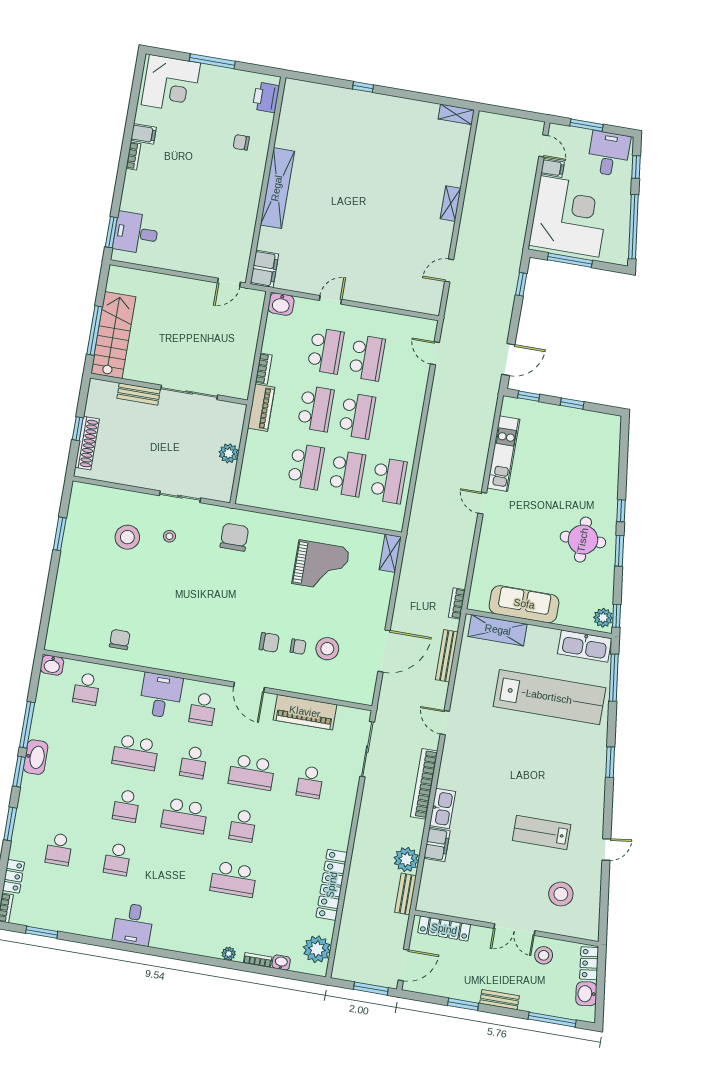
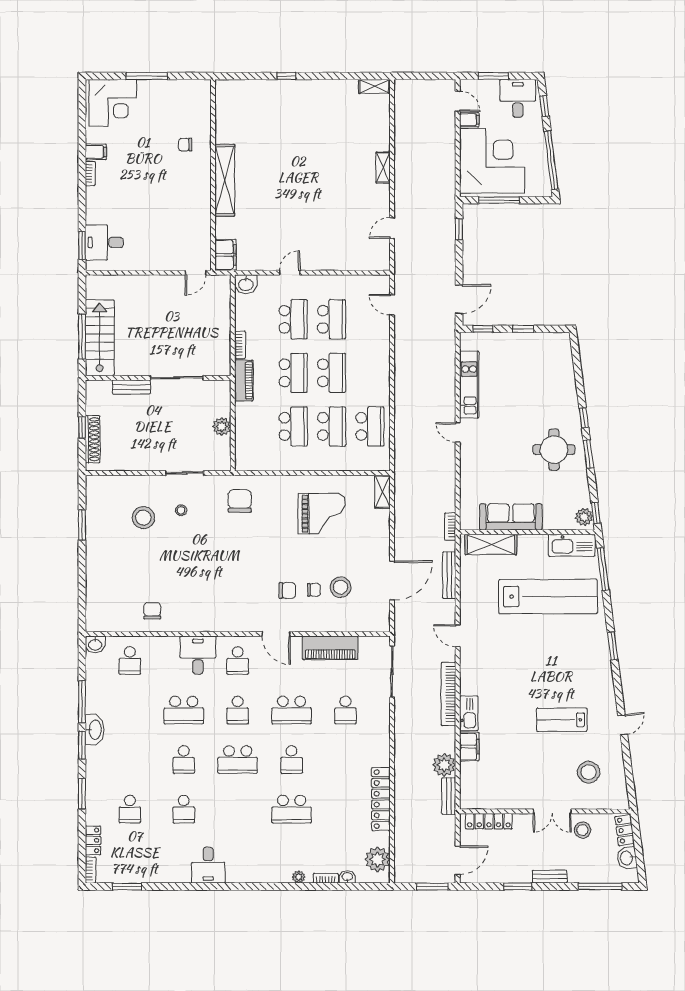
printer: (266, 97) -> (201, 100), removed

